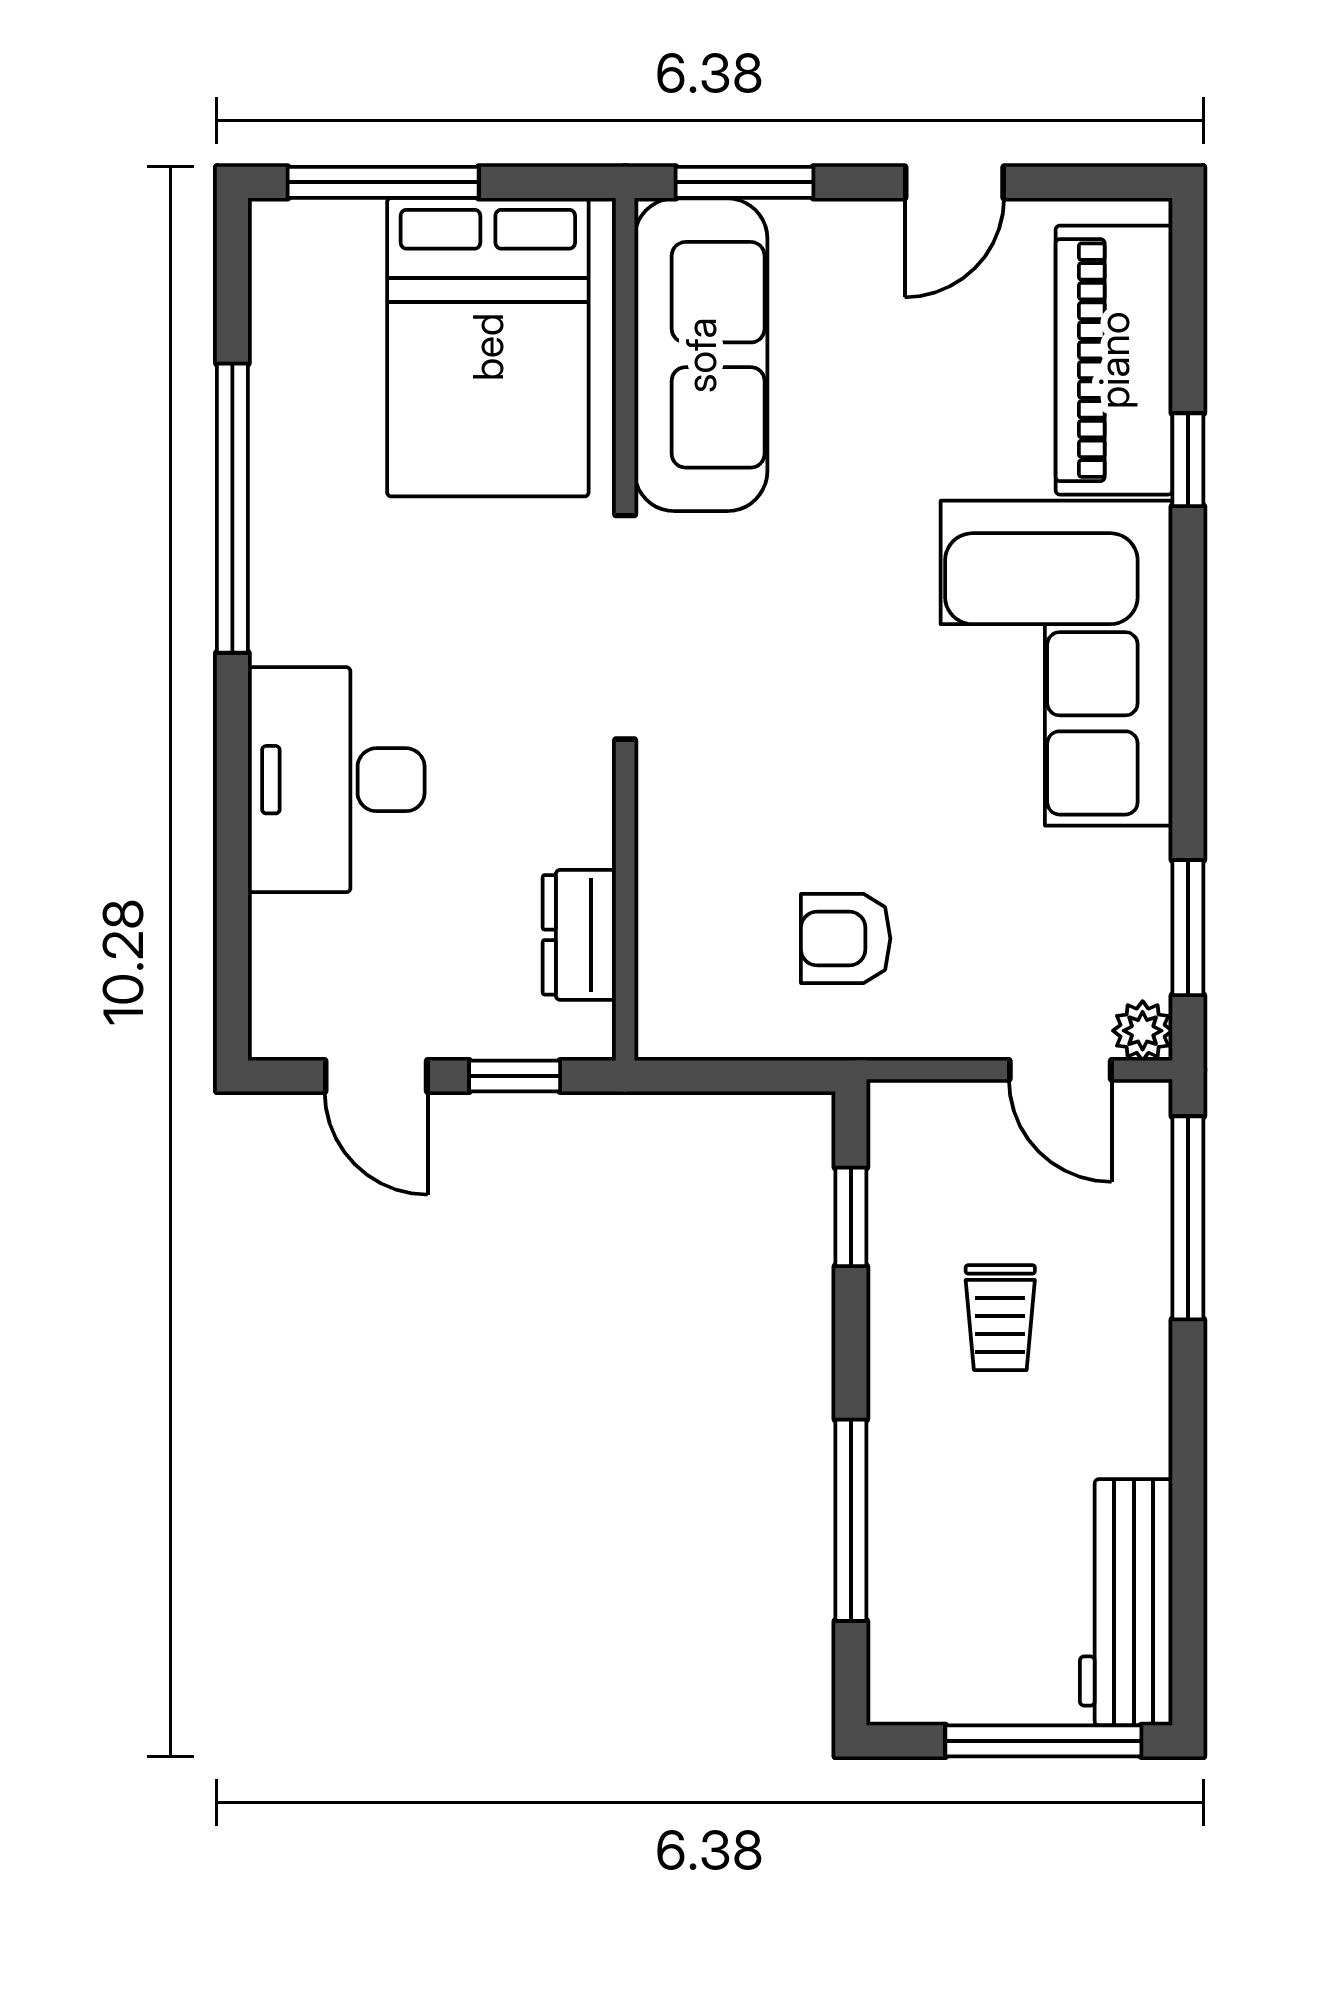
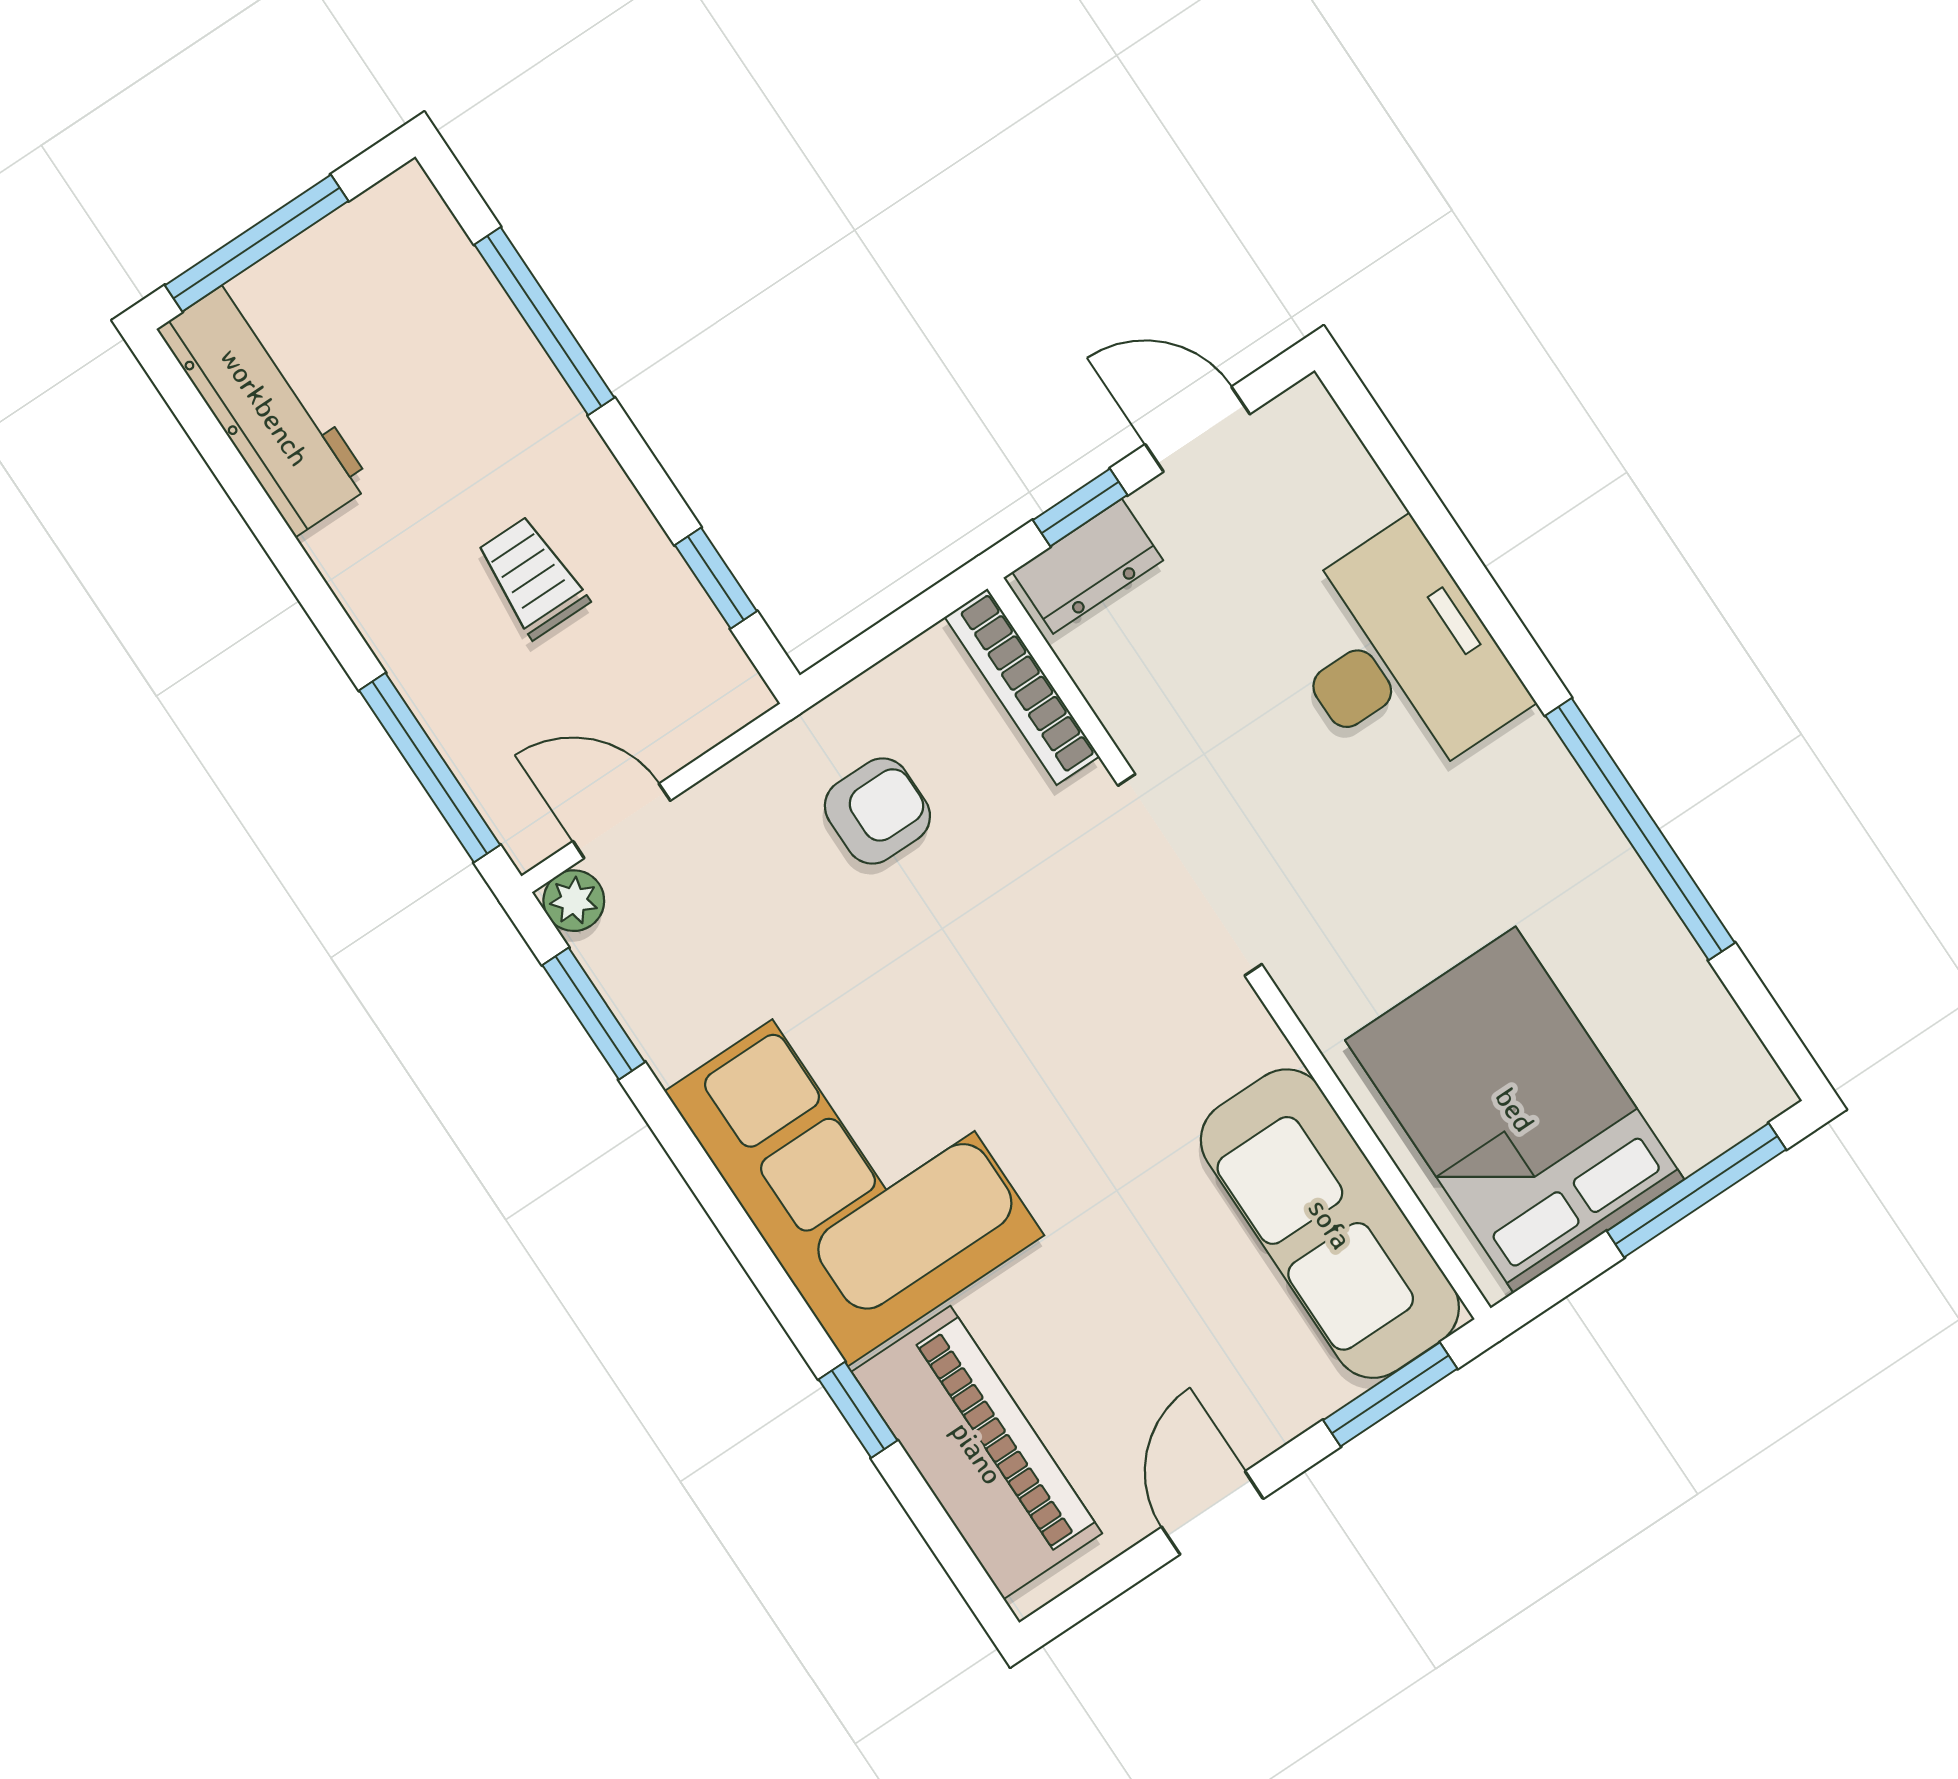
doorway: (625, 627) -> (1190, 875), moved
dresser: (579, 935) -> (1088, 566), moved, turned 90
bookcase: (660, 961) -> (1022, 687), added

